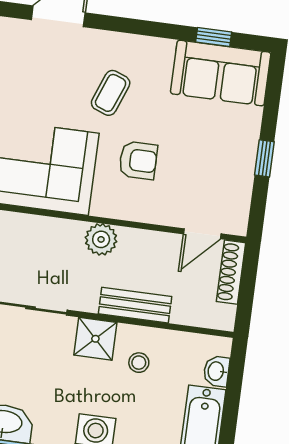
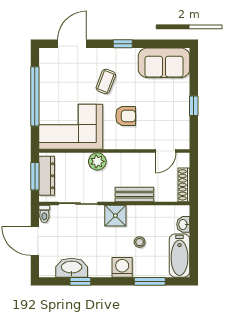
window: (214, 37) -> (123, 44), moved
plant: (101, 239) -> (97, 161), moved
shoe rack: (231, 272) -> (184, 185), moved
stool: (139, 363) -> (140, 242), moved

